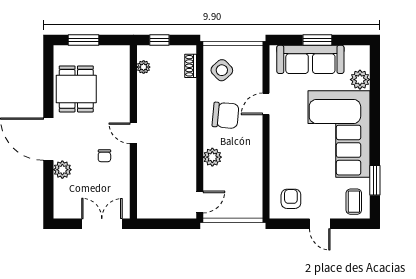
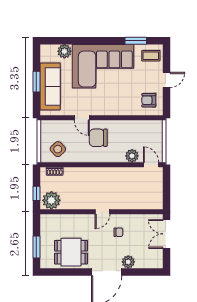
plant: (144, 67) -> (51, 200), width x1.88, depth x1.88
chair: (226, 115) -> (98, 138), moved, turned -95
plant: (212, 157) -> (132, 156), moved

